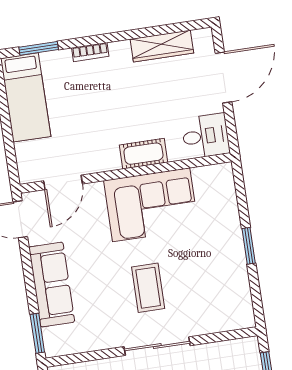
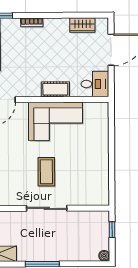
wardrobe: (162, 46) -> (82, 25), width x0.67
window: (249, 246) -> (112, 155), removed

